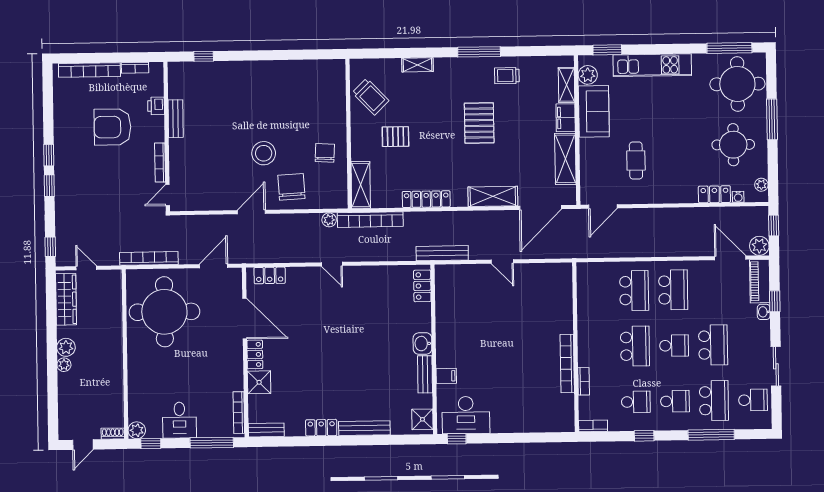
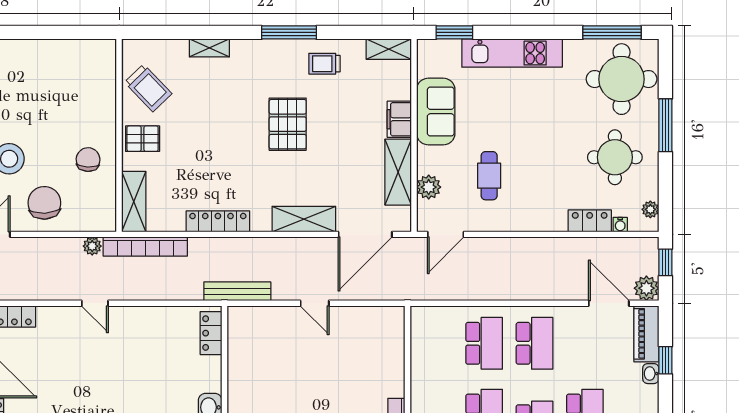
plant: (588, 75) -> (429, 187), moved
shelving: (567, 85) -> (389, 49), moved, turned 90
pallet: (395, 137) -> (143, 139), moved

